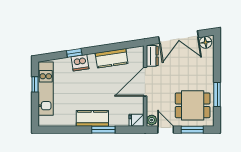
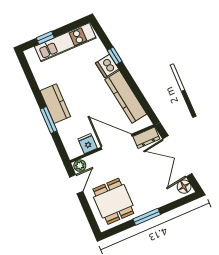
kitchen counter: (112, 58) -> (126, 97), width x1.50
window: (35, 84) -> (45, 38), moved
window: (217, 94) -> (147, 217), moved
fridge: (136, 120) -> (88, 144), moved
window: (192, 130) -> (88, 212), removed

